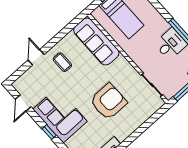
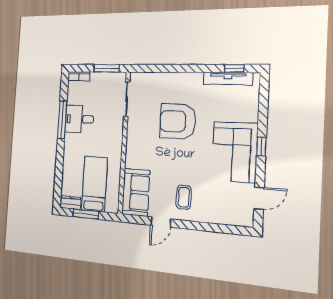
sofa: (96, 41) -> (136, 192), width x0.73
door: (36, 57) -> (161, 222), moved

